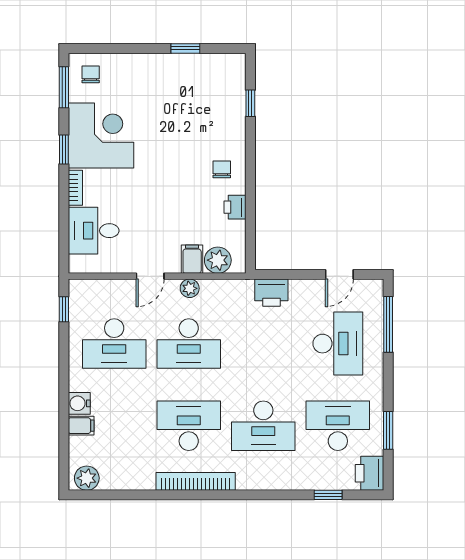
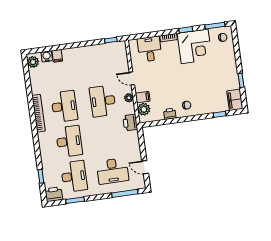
filing cabinet: (225, 67) -> (235, 100), added
printer: (271, 293) -> (130, 123), moved
desk: (114, 344) -> (98, 66), removed
water cooler: (79, 403) -> (47, 56), moved
desk: (263, 426) -> (69, 141), turned 180

